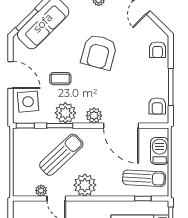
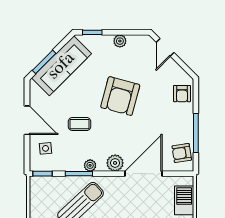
side table: (28, 102) -> (46, 148), width x0.54, depth x0.54
armchair: (157, 106) -> (182, 153), turned 81
plant: (65, 113) -> (90, 165), width x0.53, depth x0.53
door: (121, 126) -> (144, 174), swing flipped

